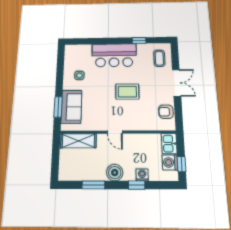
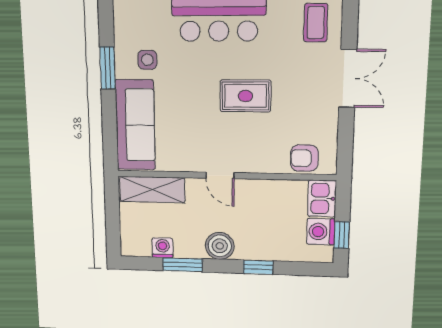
window: (58, 107) -> (108, 68), moved
sofa: (71, 107) -> (135, 125), width x1.36
armchair: (166, 112) -> (304, 158), moved
washing machine: (142, 175) -> (163, 248), moved

